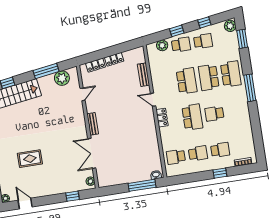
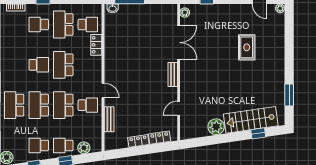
window: (46, 71) -> (214, 140), removed
school desk: (209, 77) -> (39, 105), turned 180
plant: (62, 78) -> (216, 127), moved
school desk: (165, 84) -> (88, 105), added
locker: (162, 118) -> (96, 45), moved
school desk: (198, 153) -> (63, 25), width x1.85
rug: (30, 159) -> (247, 47), turned 90

